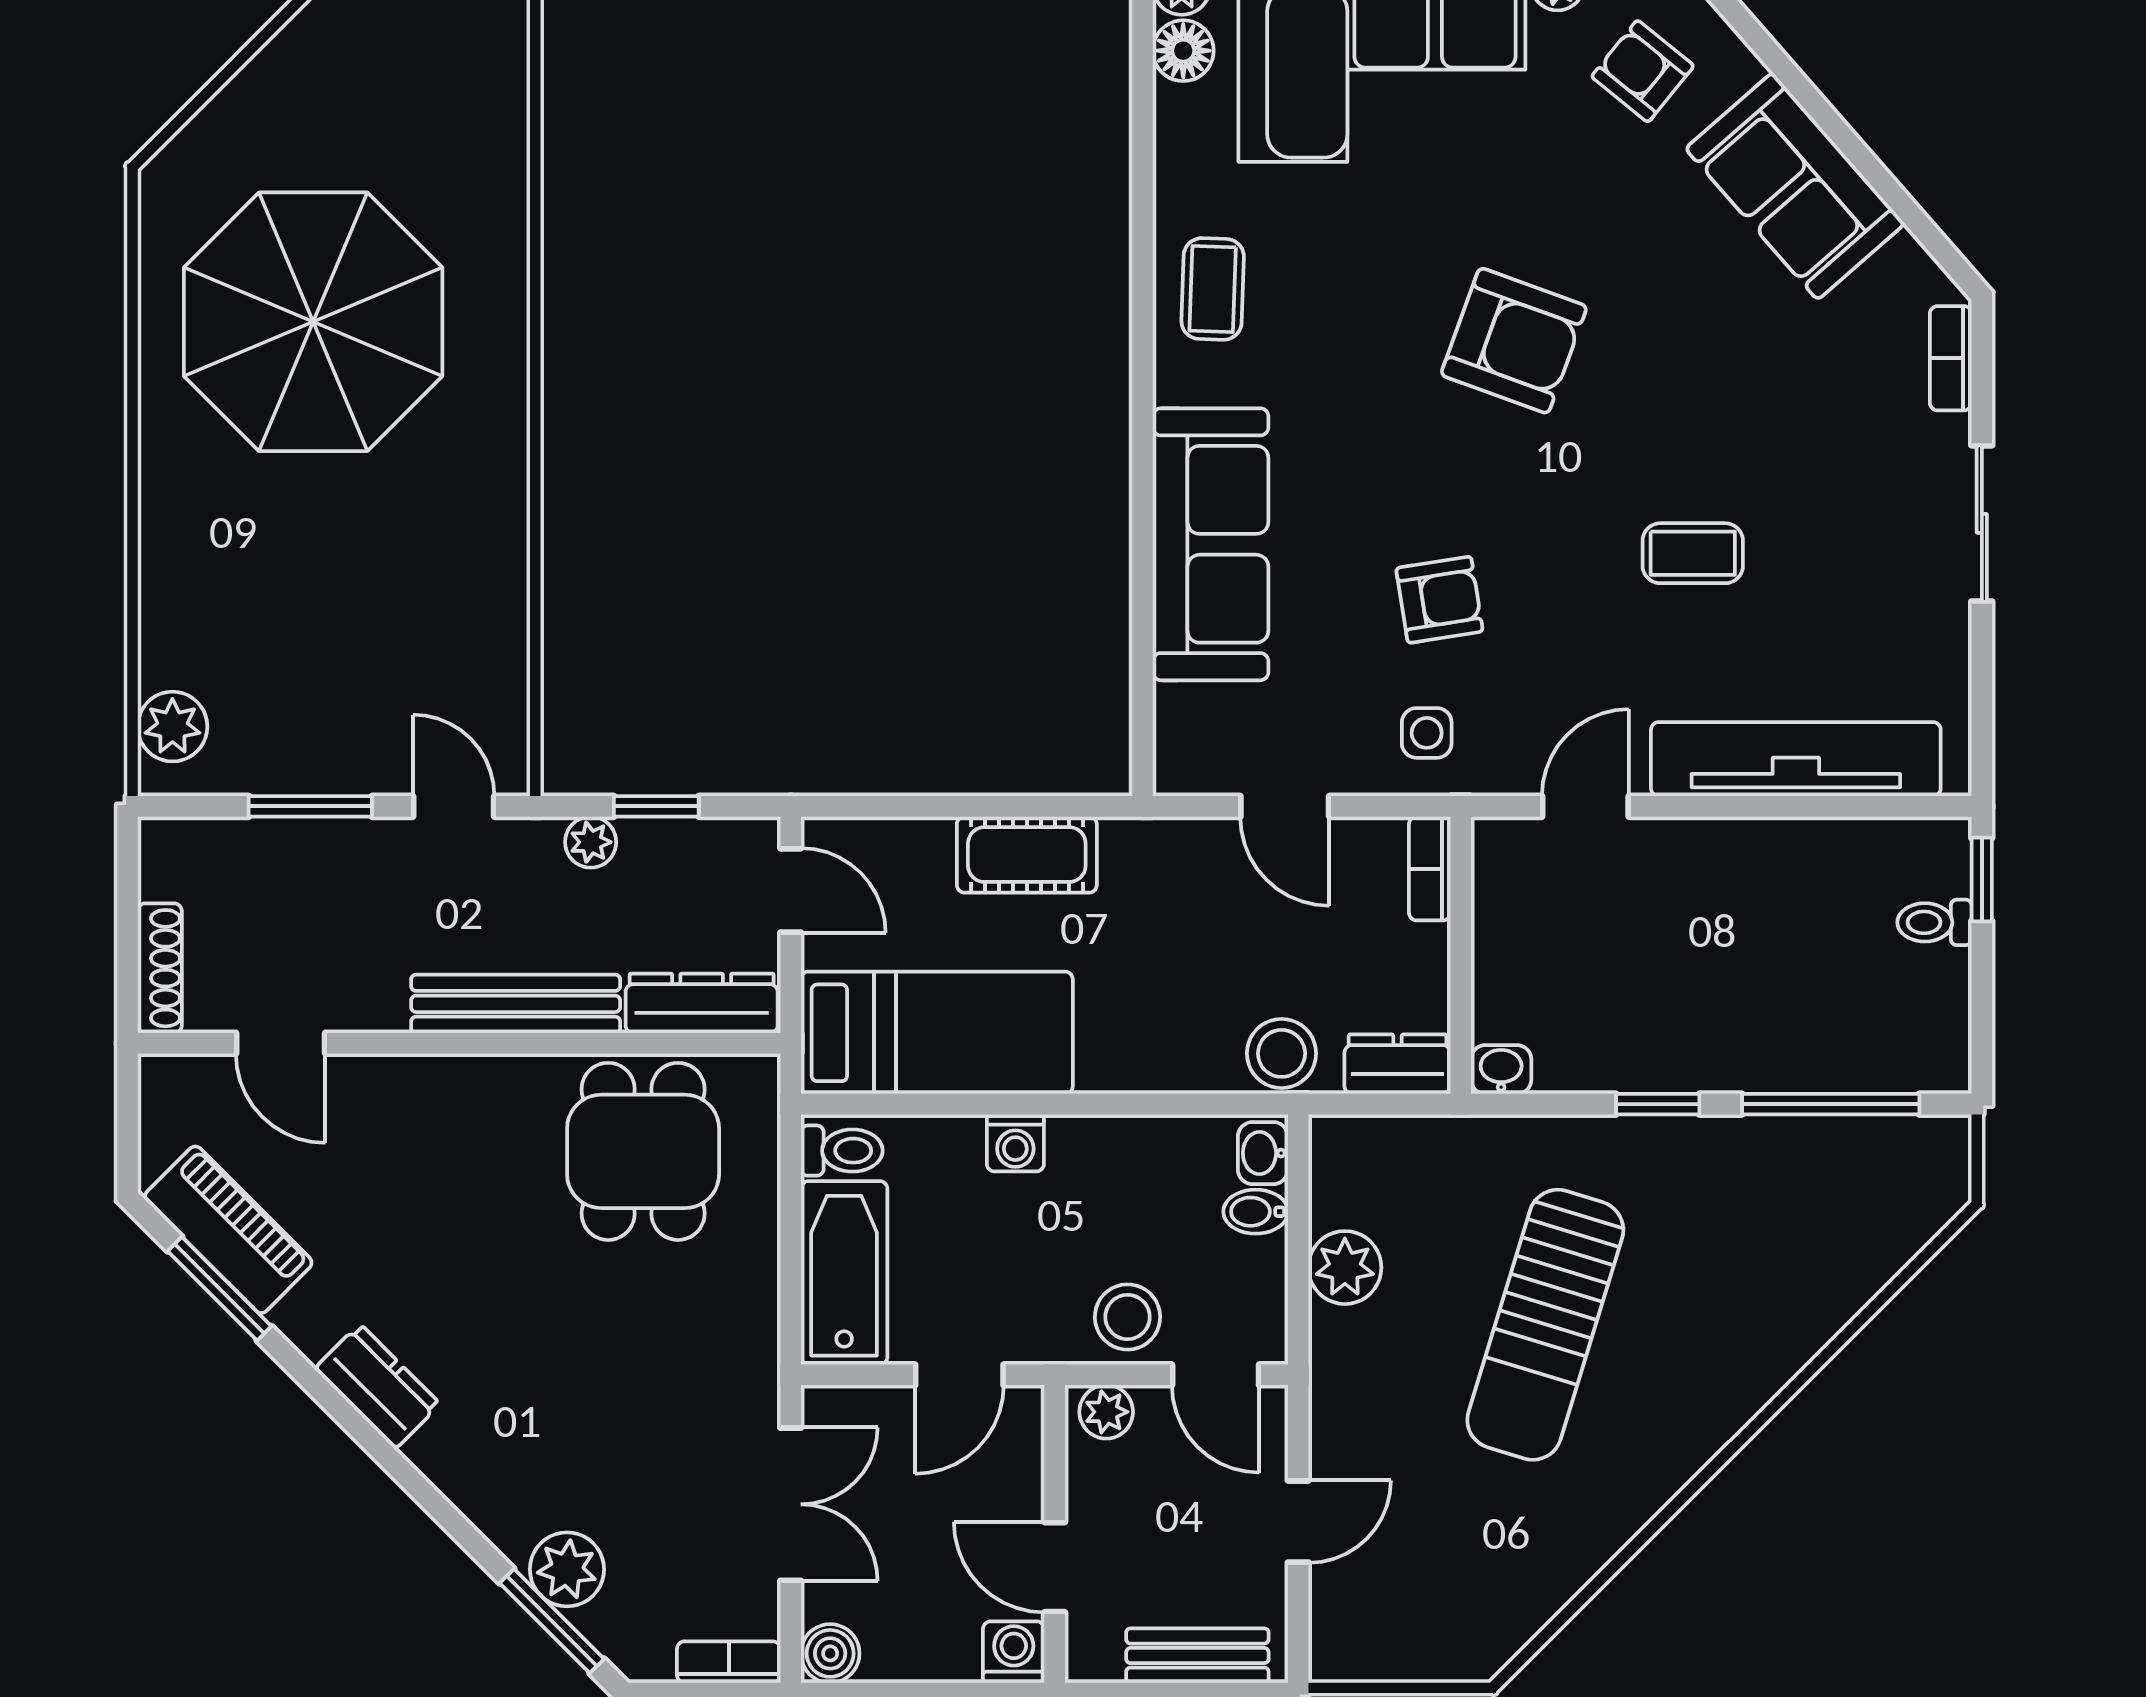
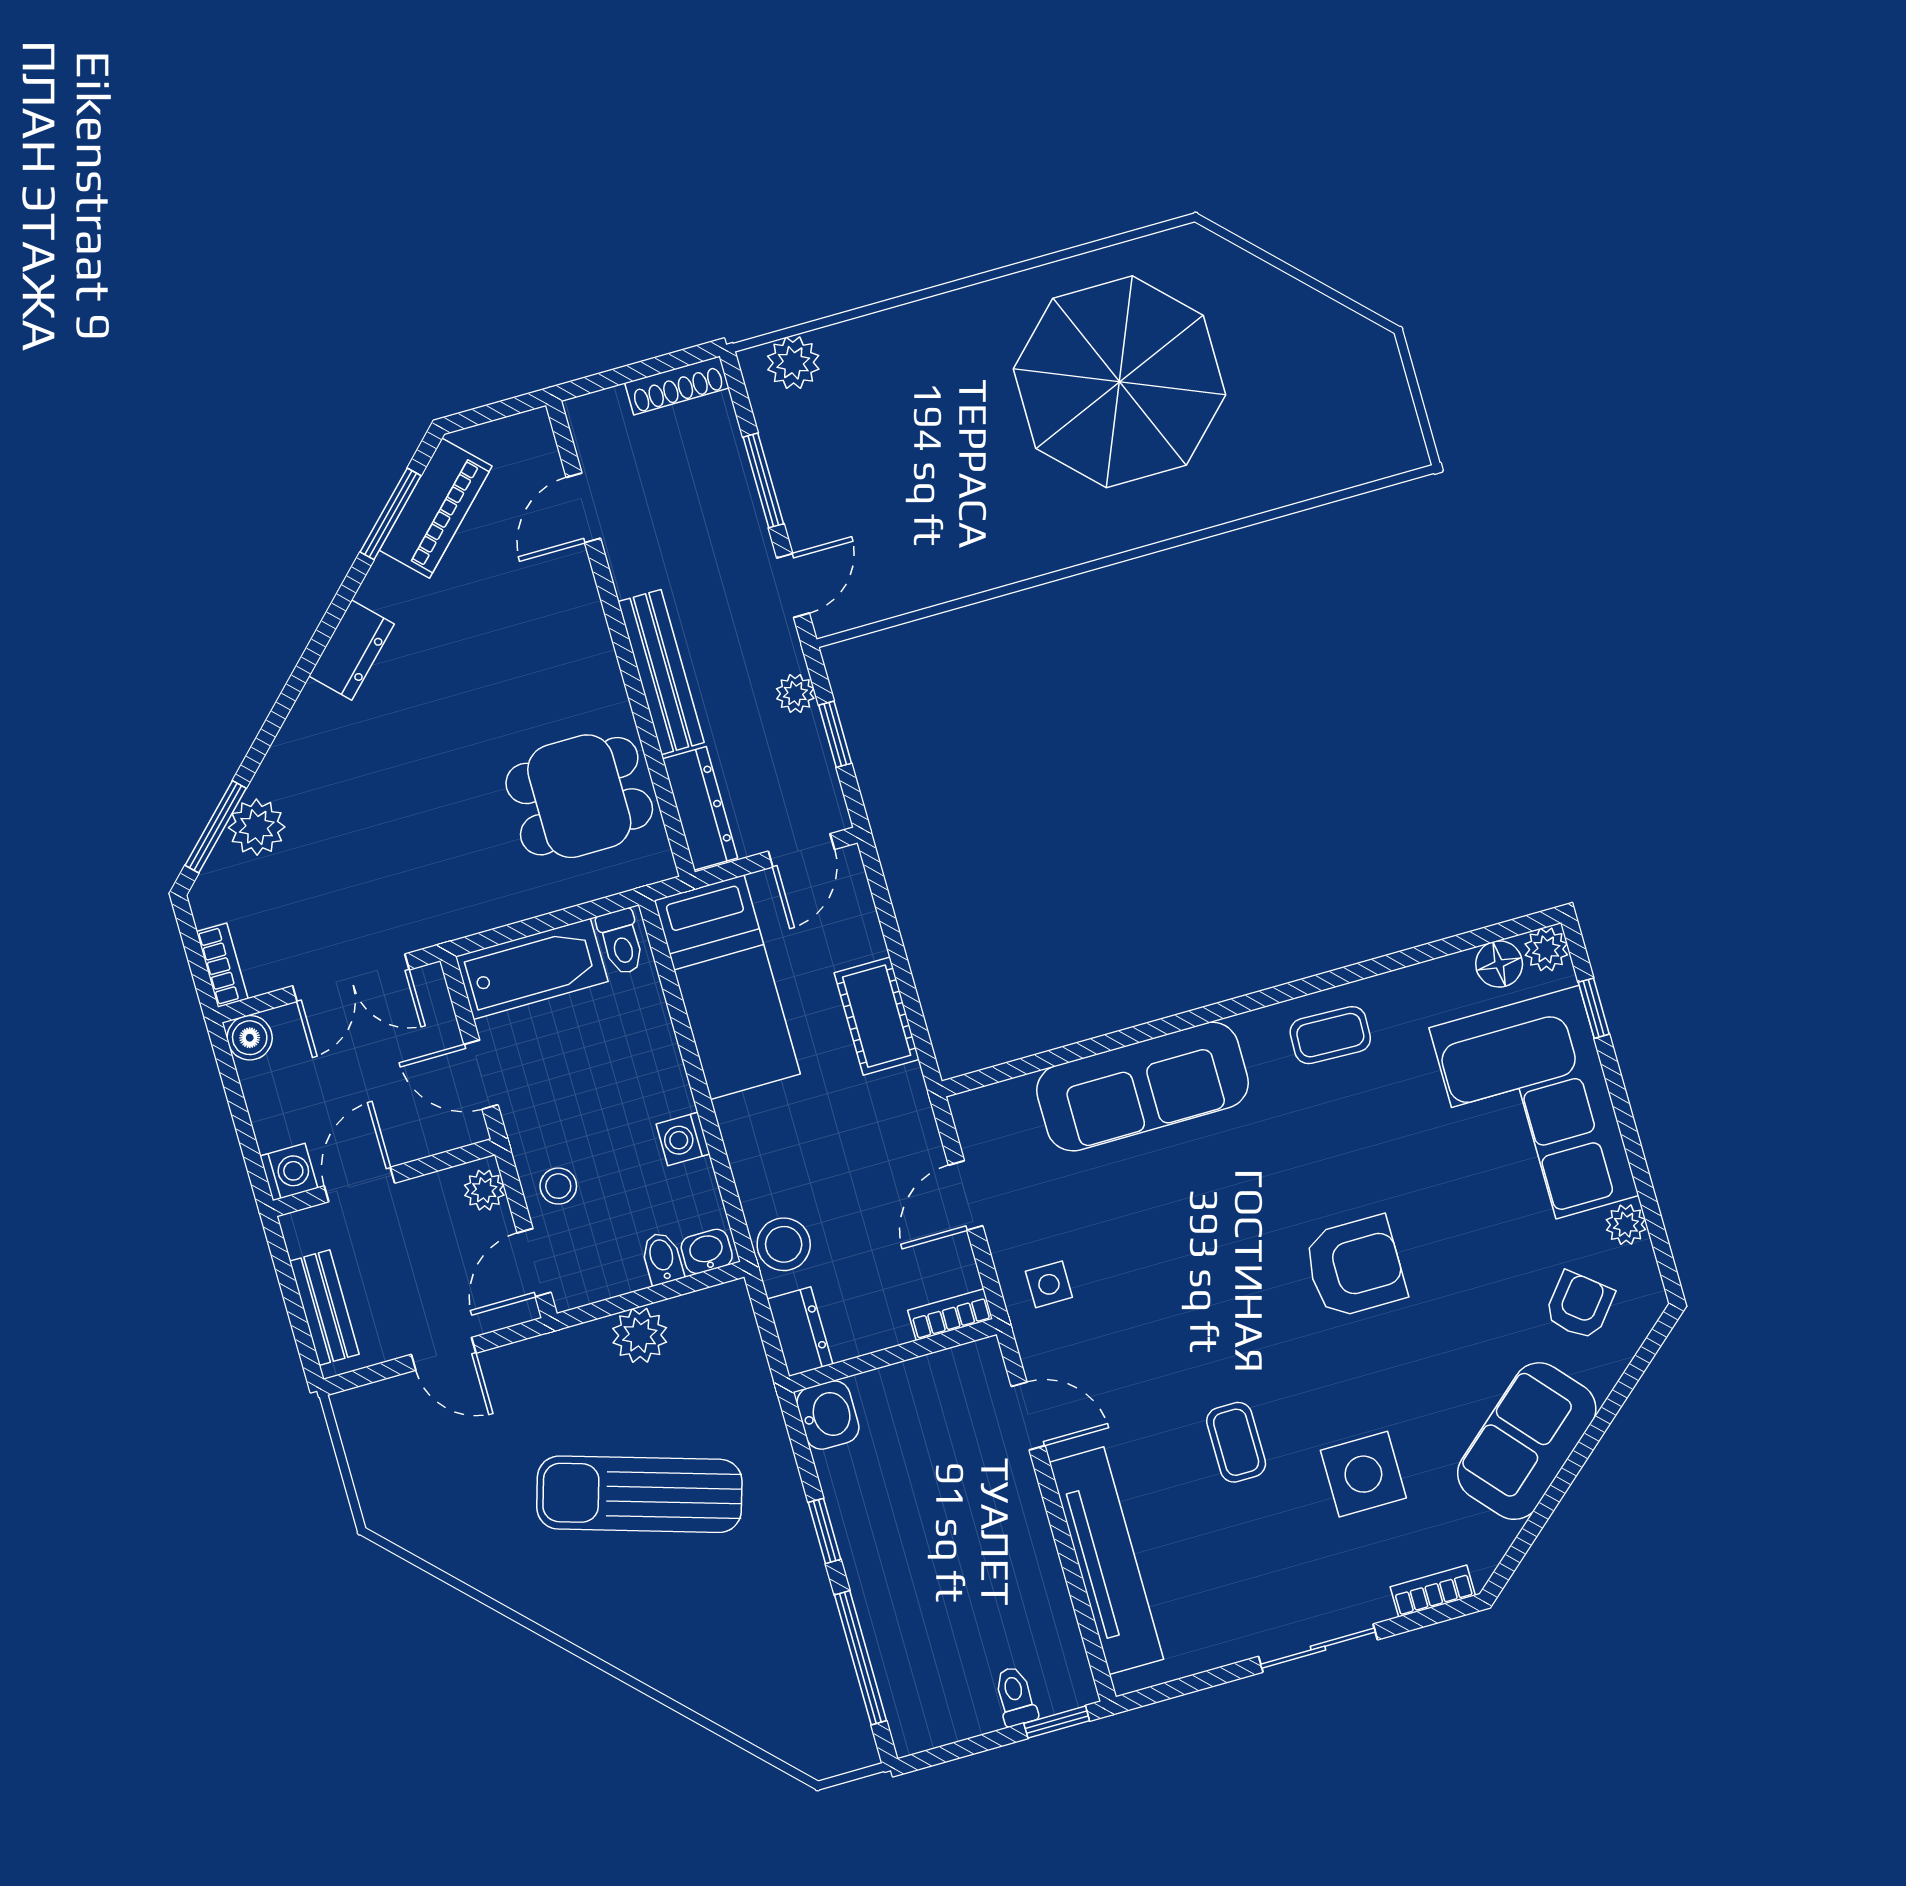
armchair: (1514, 341) -> (1355, 1267), turned -110
side table: (1778, 404) -> (1363, 1474), added
armchair: (1439, 600) -> (1149, 1266), removed
shoe rack: (160, 968) -> (677, 385), moved
washbasin: (1501, 1070) -> (828, 1415), width x1.38, depth x1.45
washing machine: (1015, 1143) -> (683, 1139), moved
stool: (1128, 1317) -> (558, 1186), width x0.73, depth x0.73

